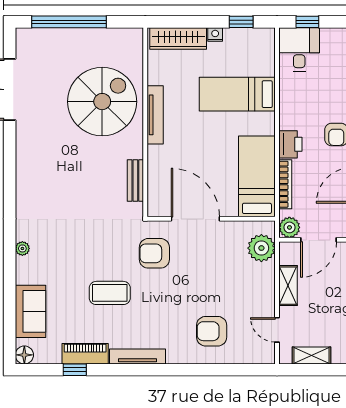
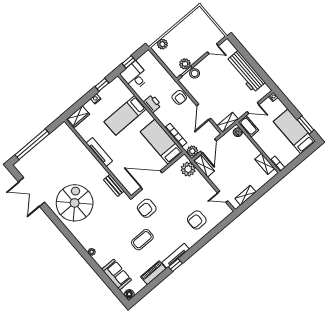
wardrobe: (178, 39) -> (78, 116), width x0.67
spiral stairs: (102, 102) -> (75, 203), moved
printer: (290, 144) -> (152, 104), moved
shelving: (288, 286) -> (204, 166), moved
window: (75, 370) -> (175, 265), moved

